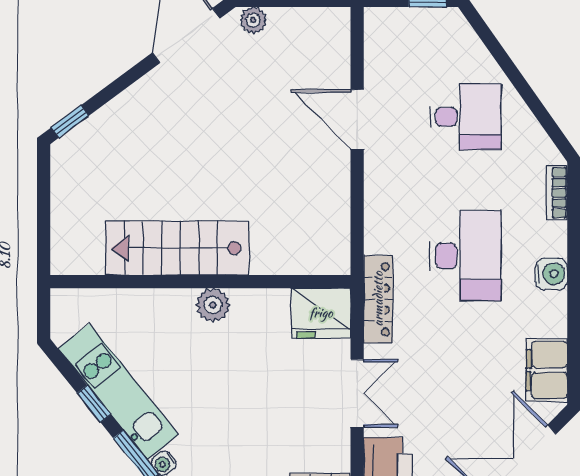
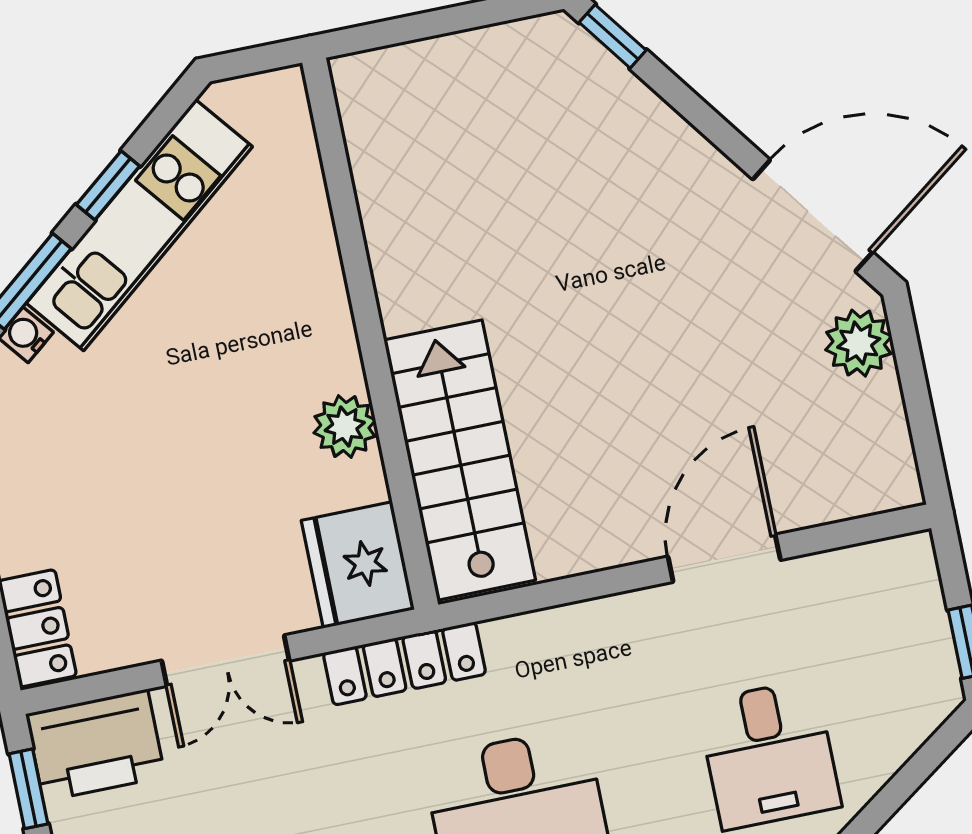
plant: (253, 20) -> (859, 343), width x1.38, depth x1.38
stairs: (177, 248) -> (460, 460), moved
plant: (213, 305) -> (345, 426), moved

